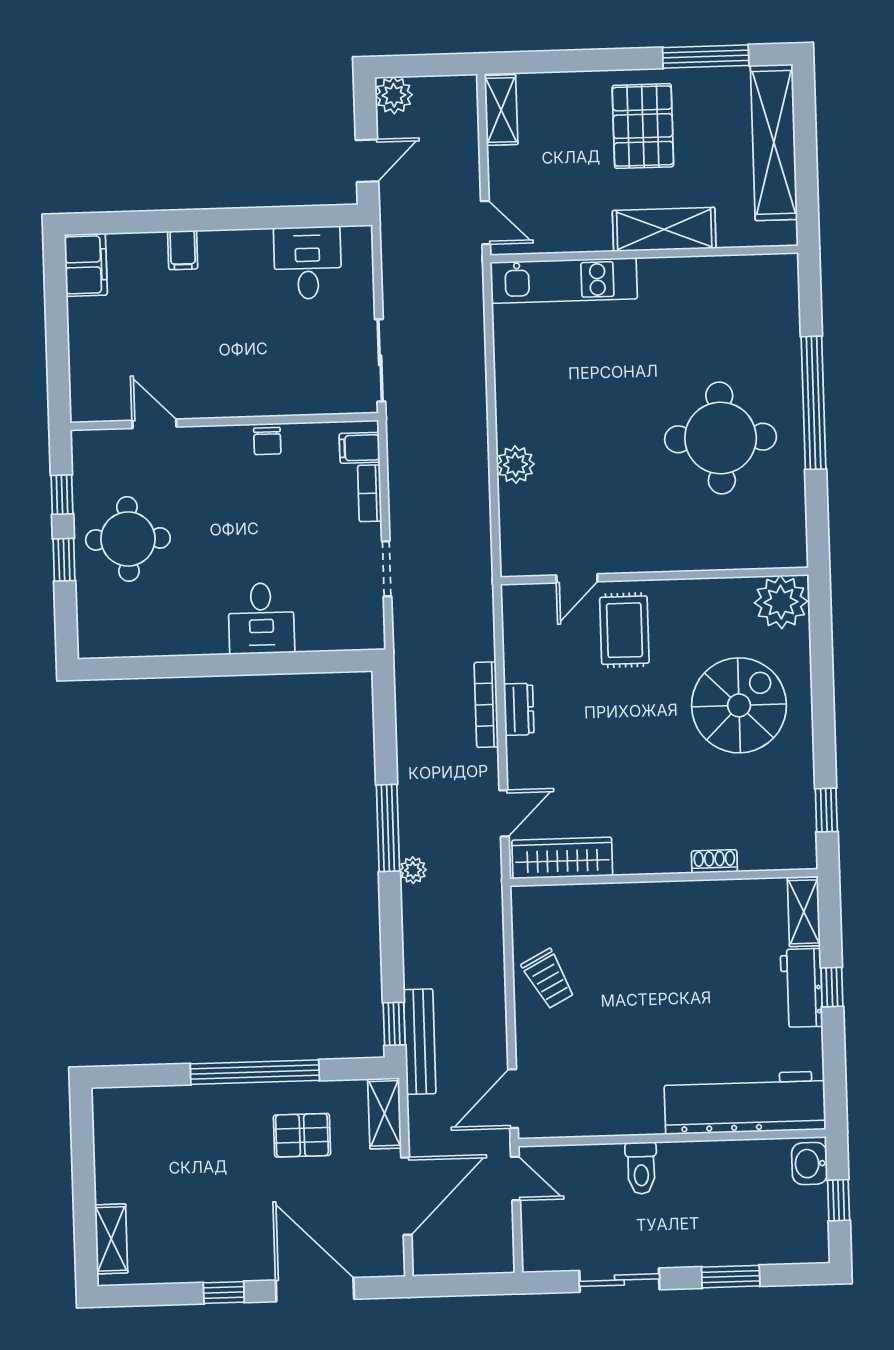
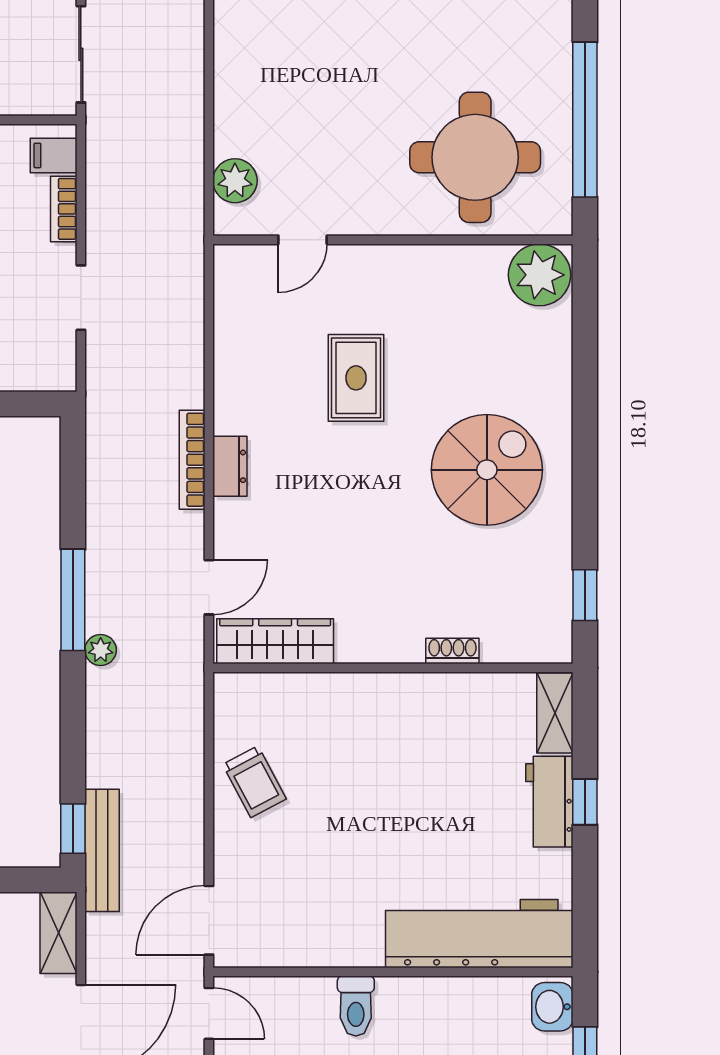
wall: (654, 576) -> (393, 240), moved
door: (577, 578) -> (303, 240), moved
plant: (781, 602) -> (540, 275), moved

